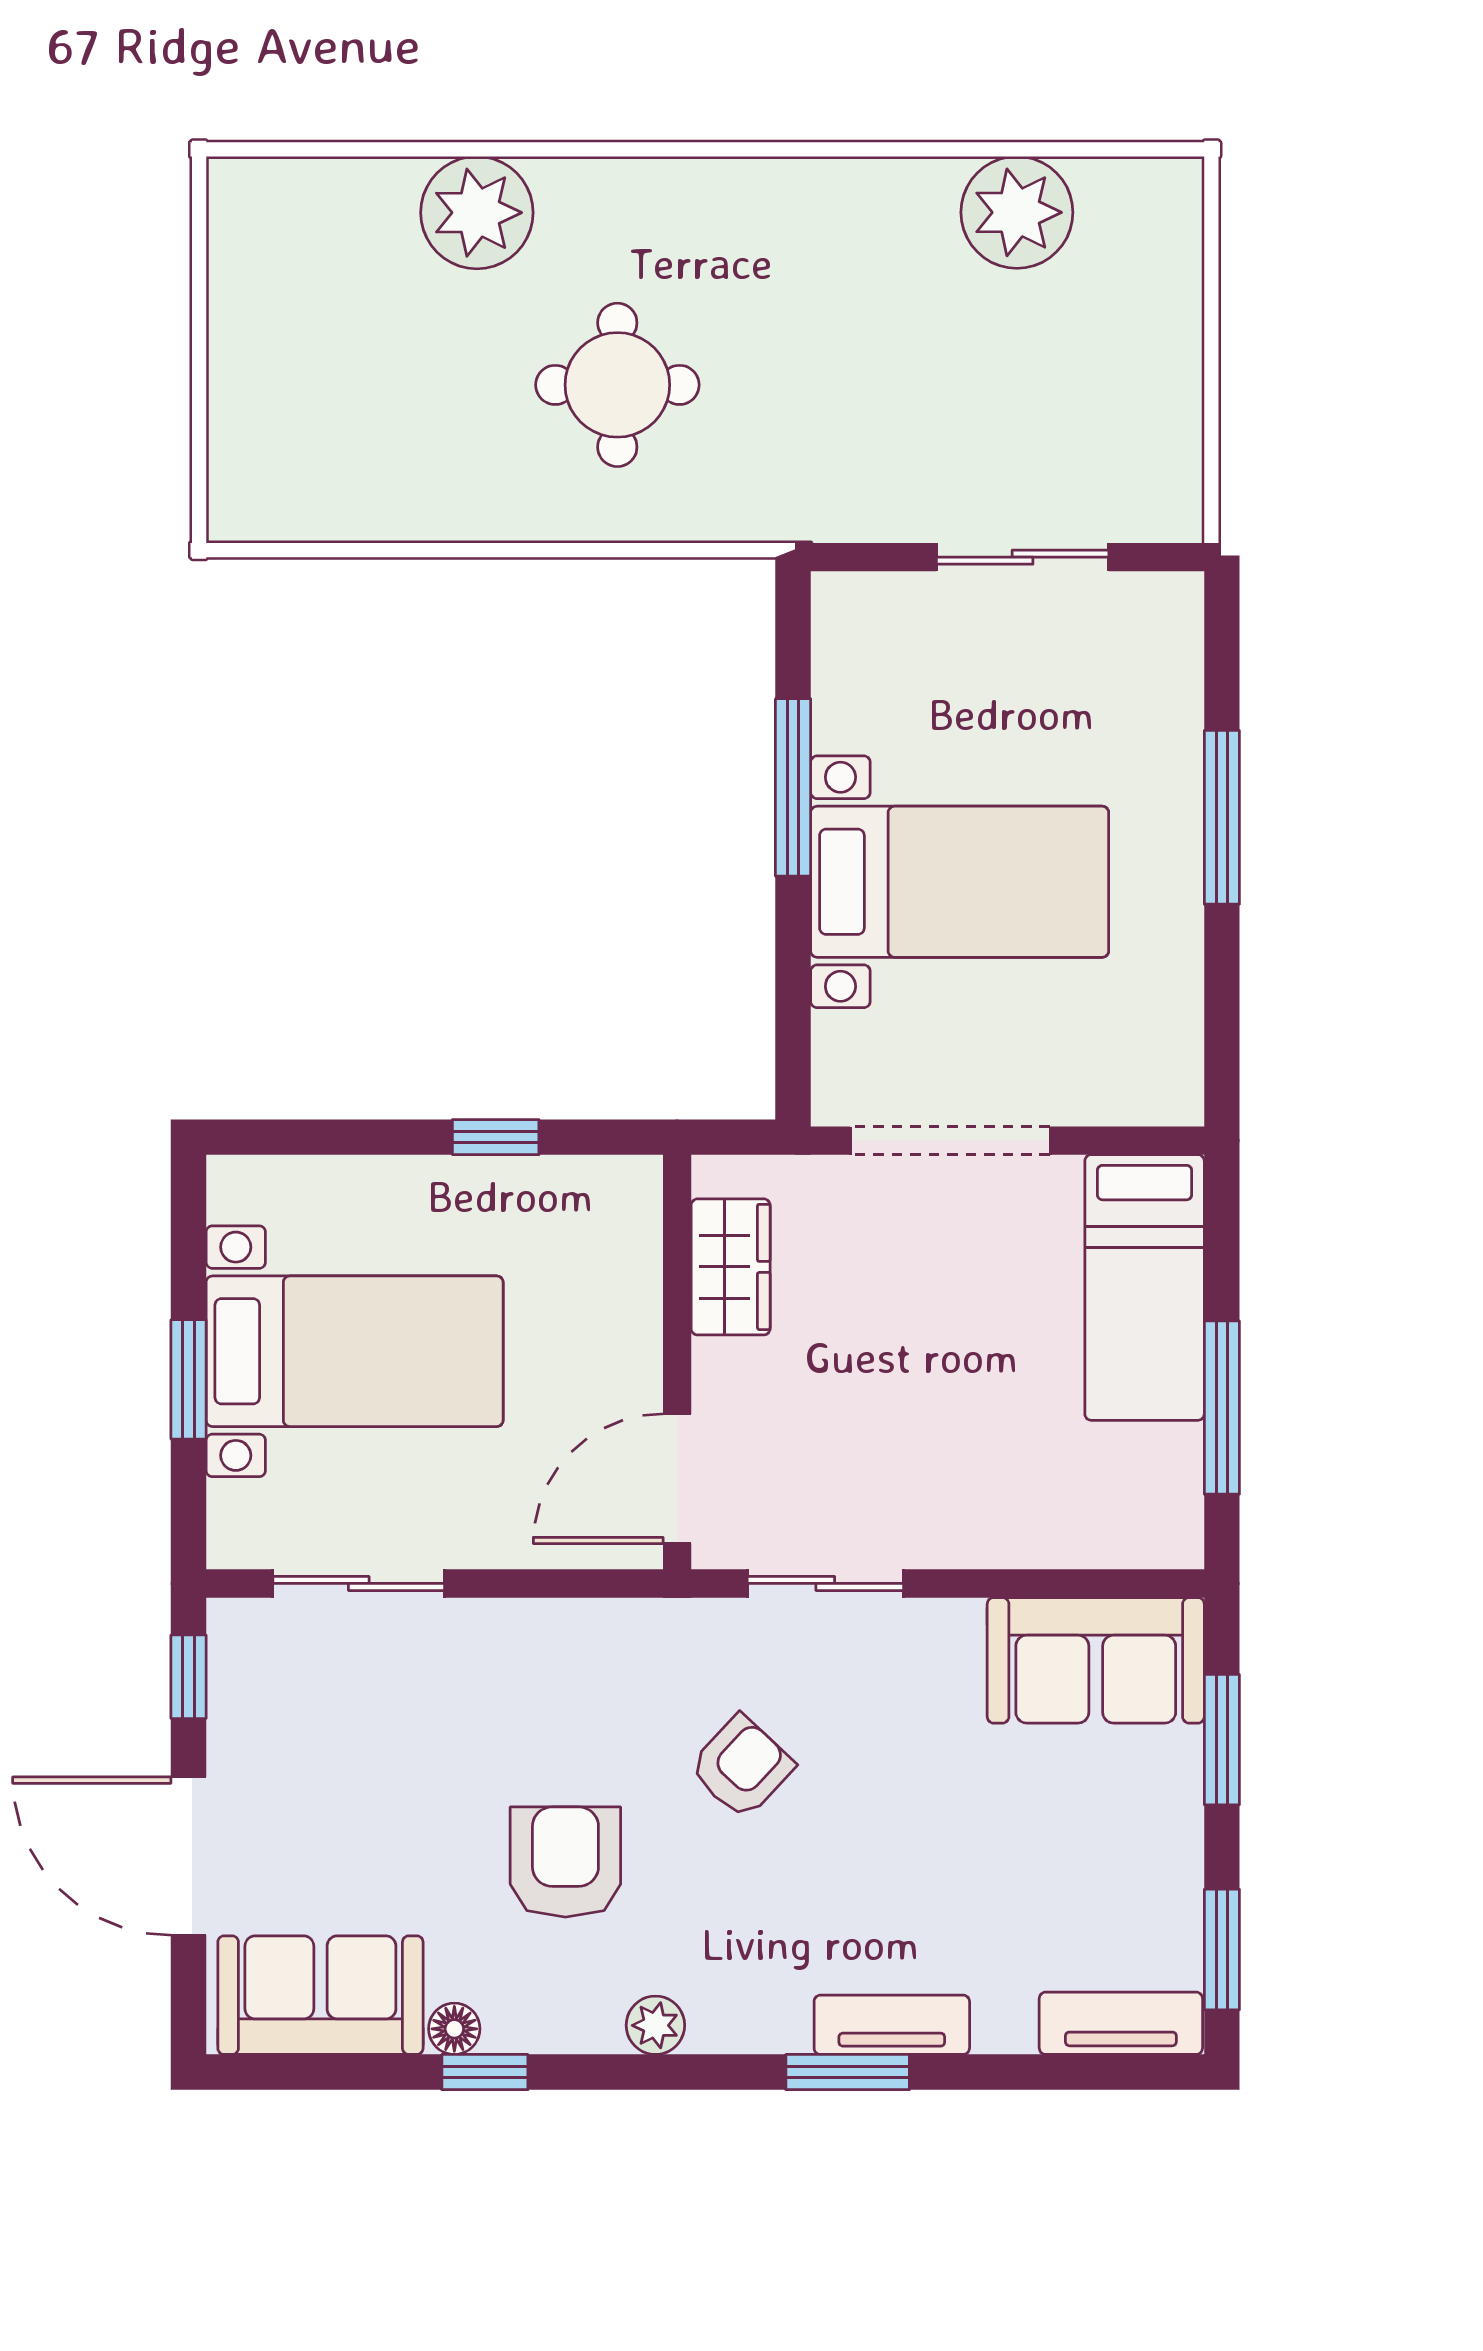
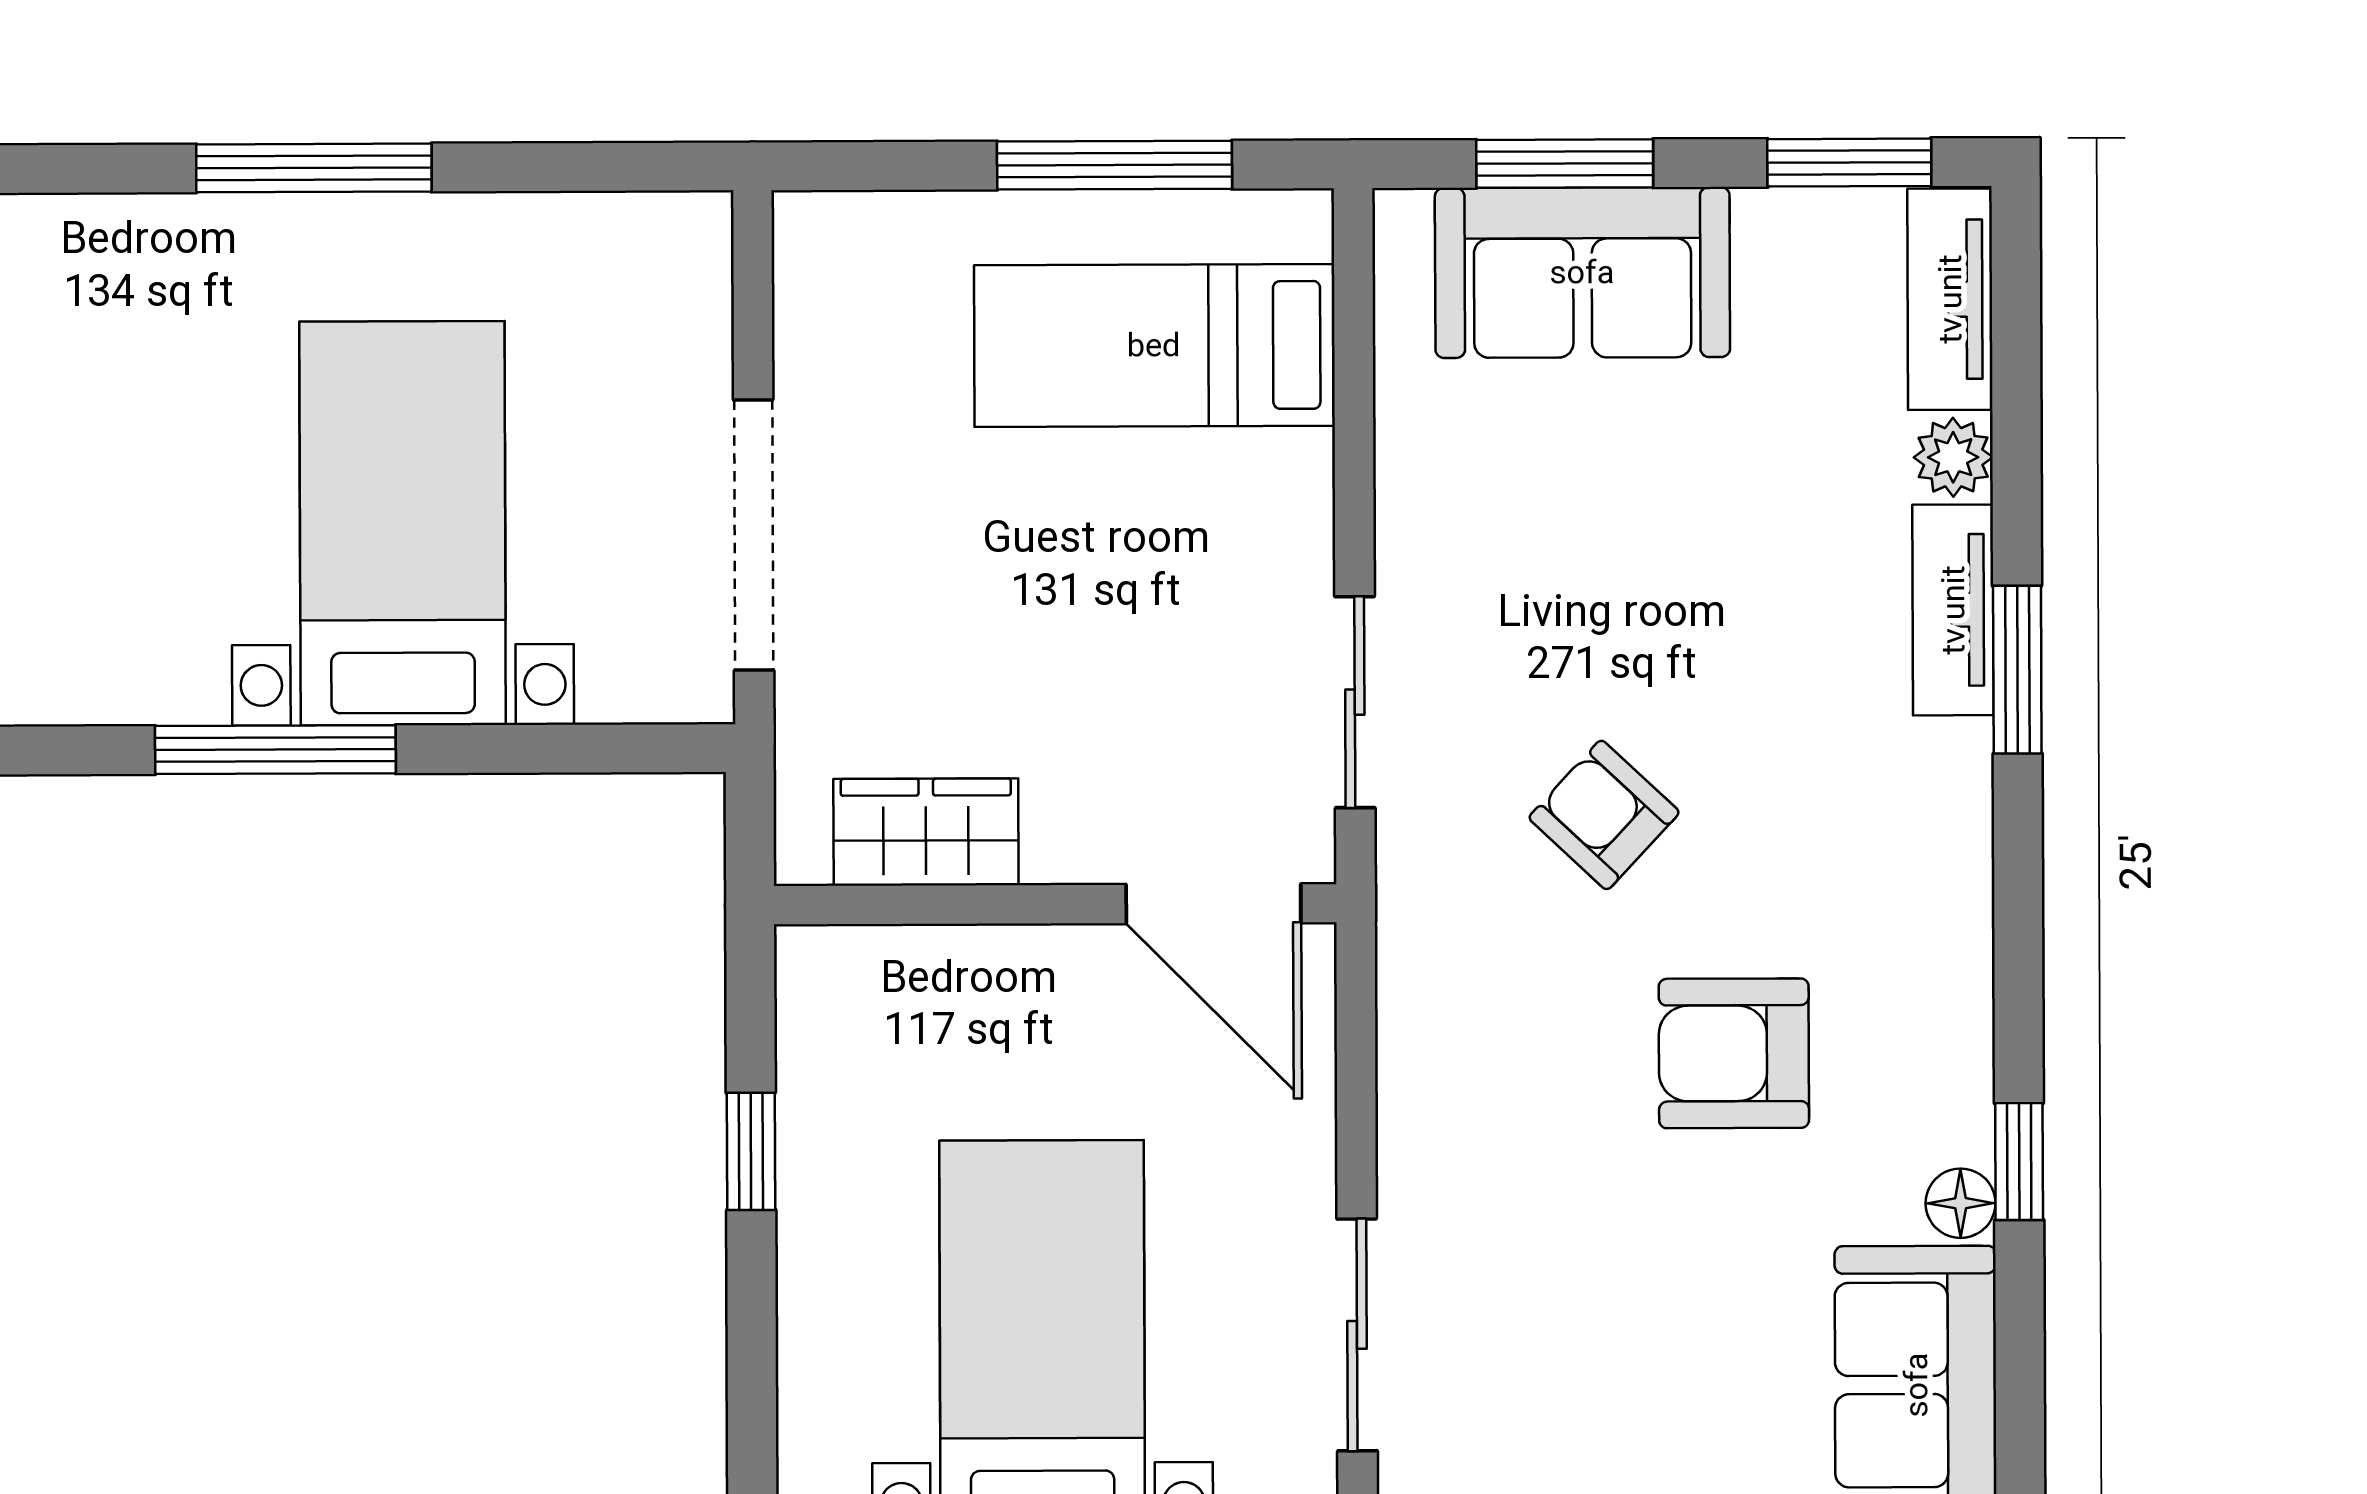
bed: (1145, 1287) -> (1154, 345), moved, turned 180
sofa: (1096, 1660) -> (1582, 272), moved, turned 90
plant: (655, 2025) -> (1953, 457), moved

